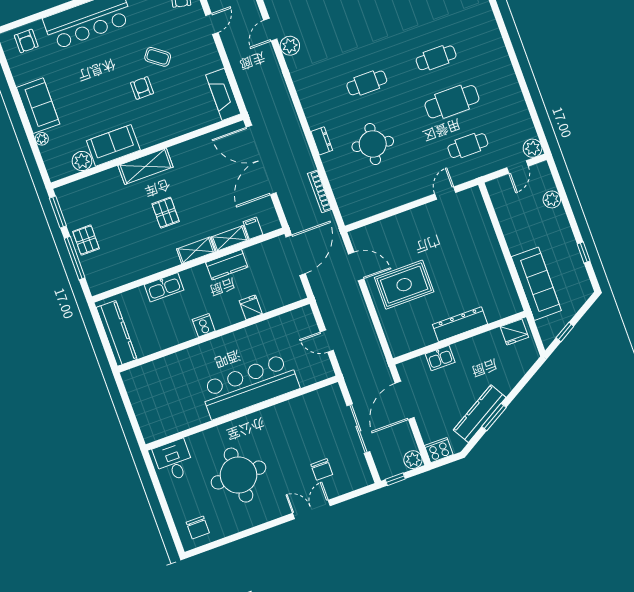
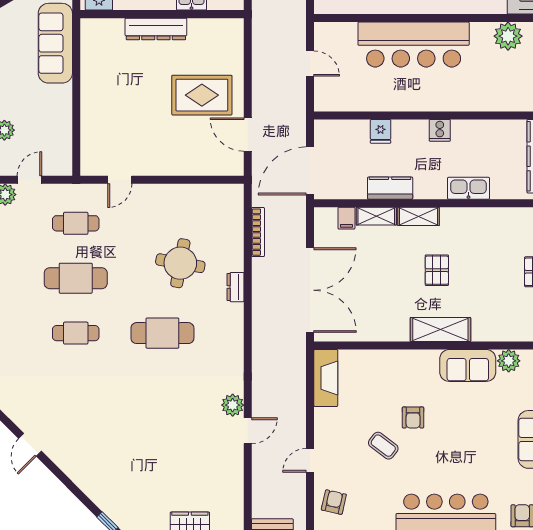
cafe table: (367, 83) -> (162, 333), width x1.37, depth x1.35
plant: (176, 420) -> (508, 36), added

